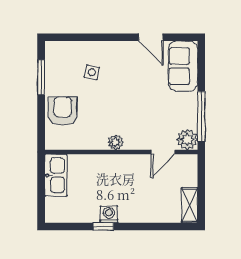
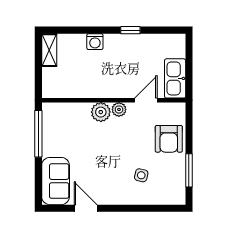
plant: (187, 139) -> (101, 112), moved
door: (163, 152) -> (146, 100), moved
washing machine: (109, 214) -> (95, 42), moved

